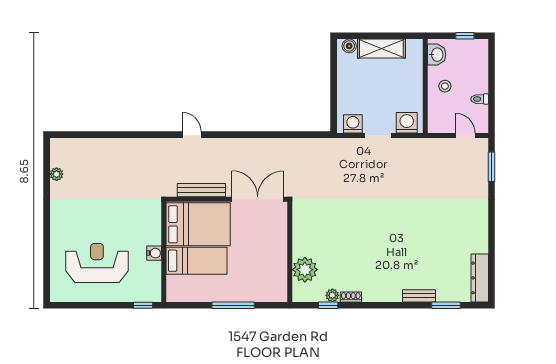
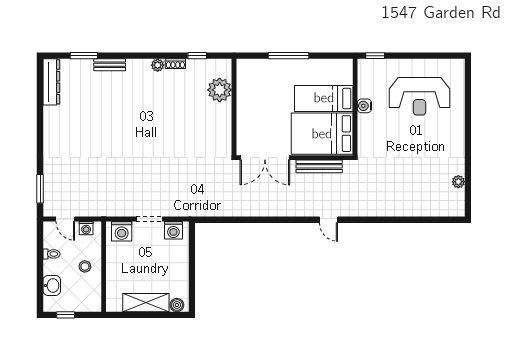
washbasin: (437, 55) -> (52, 286), moved, turned 180
washing machine: (444, 126) -> (86, 228), added
plant: (332, 295) -> (158, 65), moved

